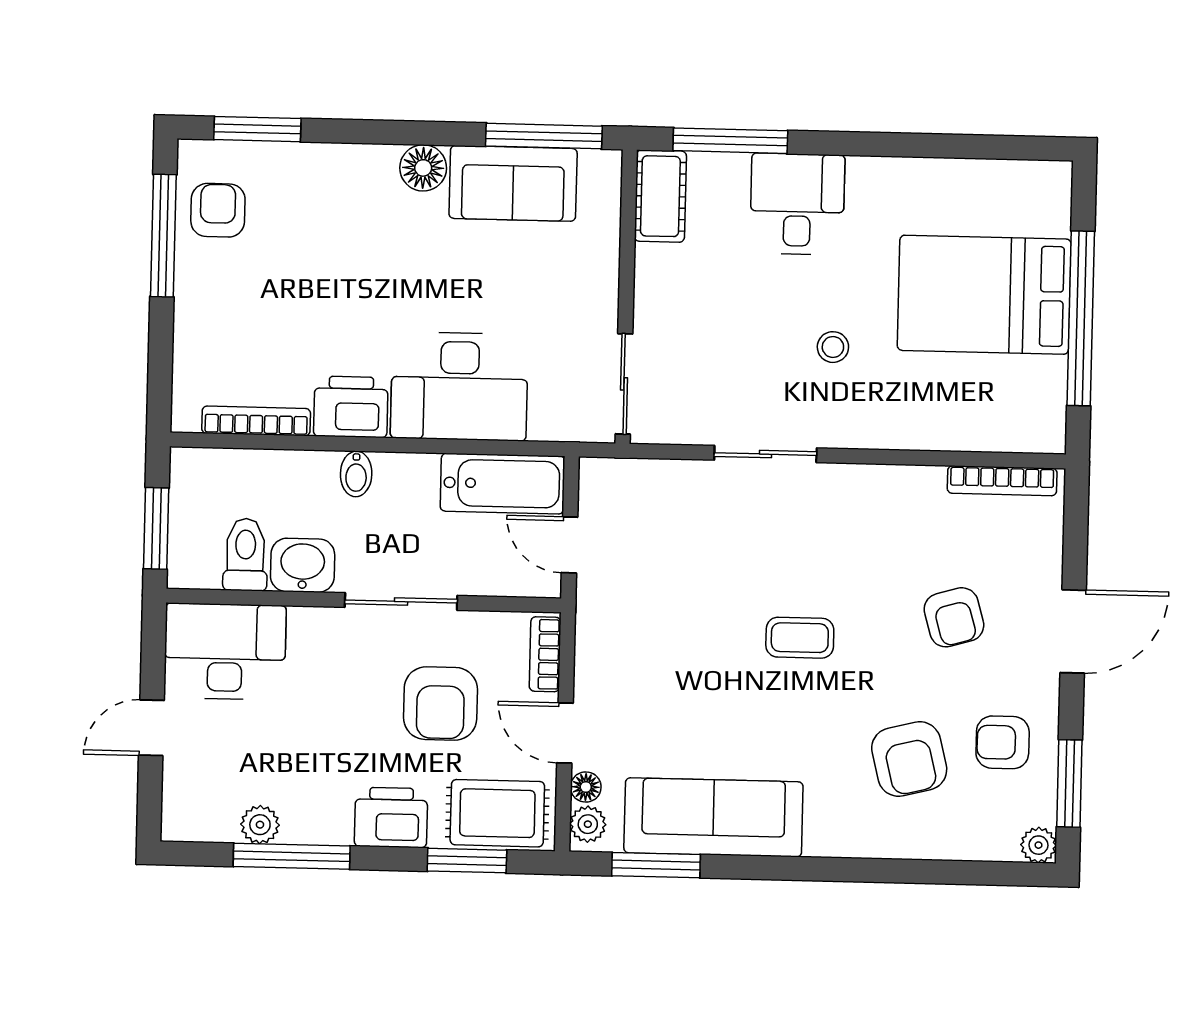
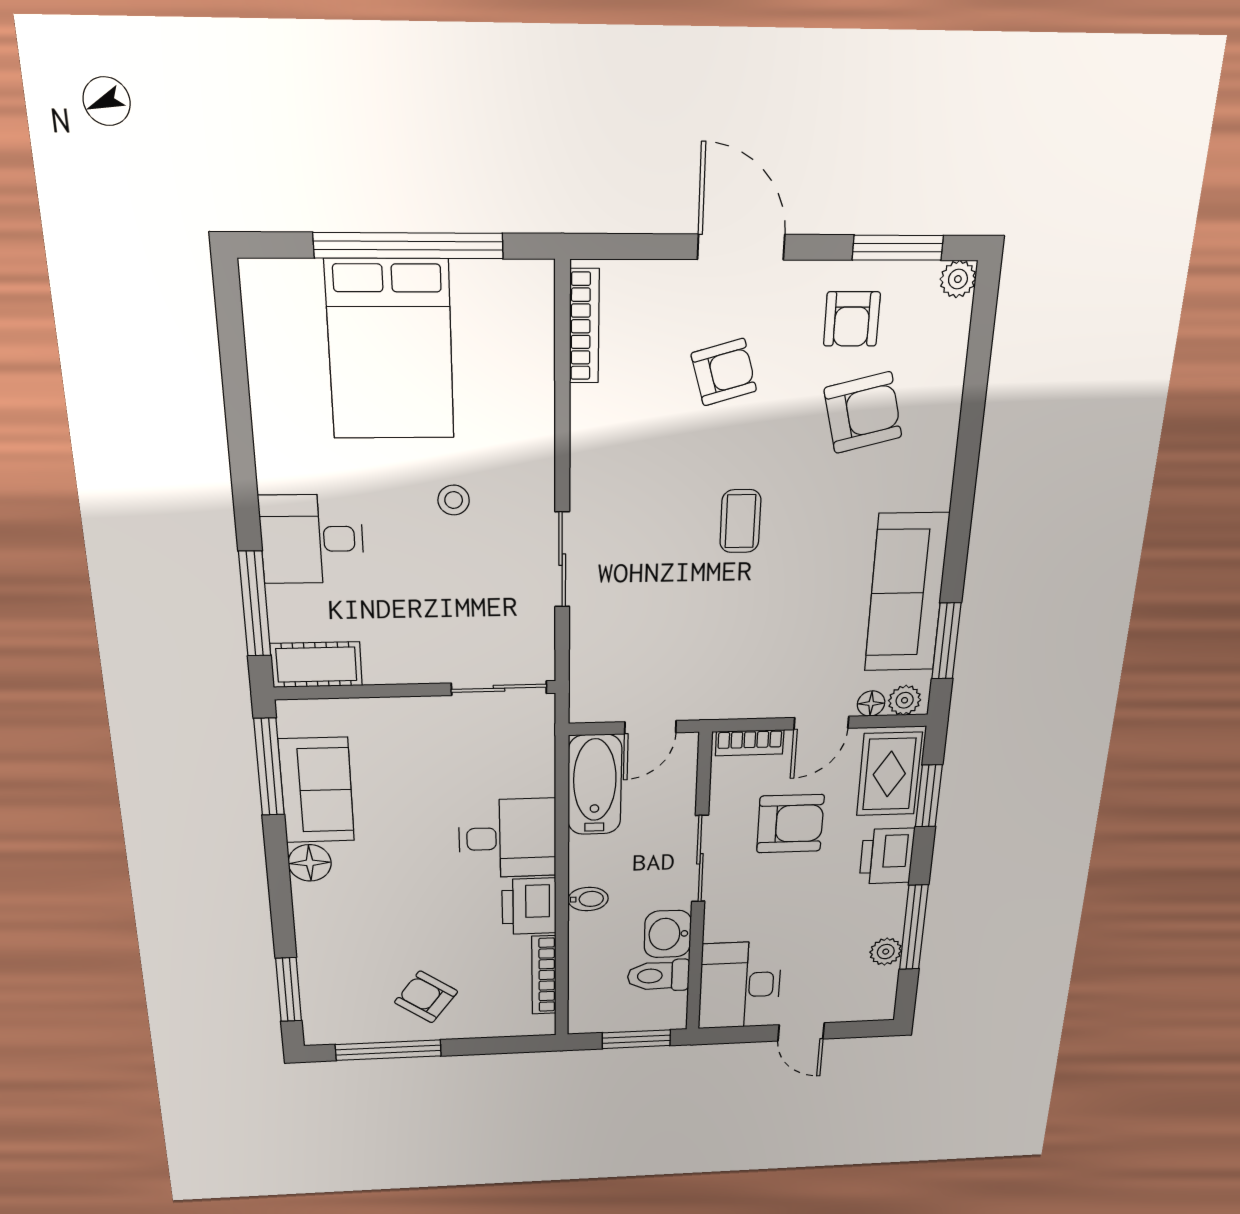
armchair: (218, 210) -> (426, 997), moved, turned 36
desk: (459, 386) -> (508, 838), width x0.73

